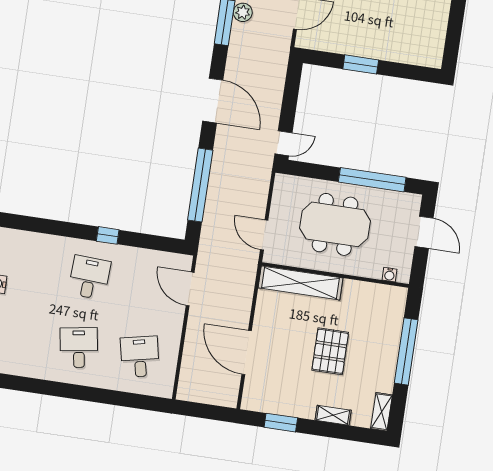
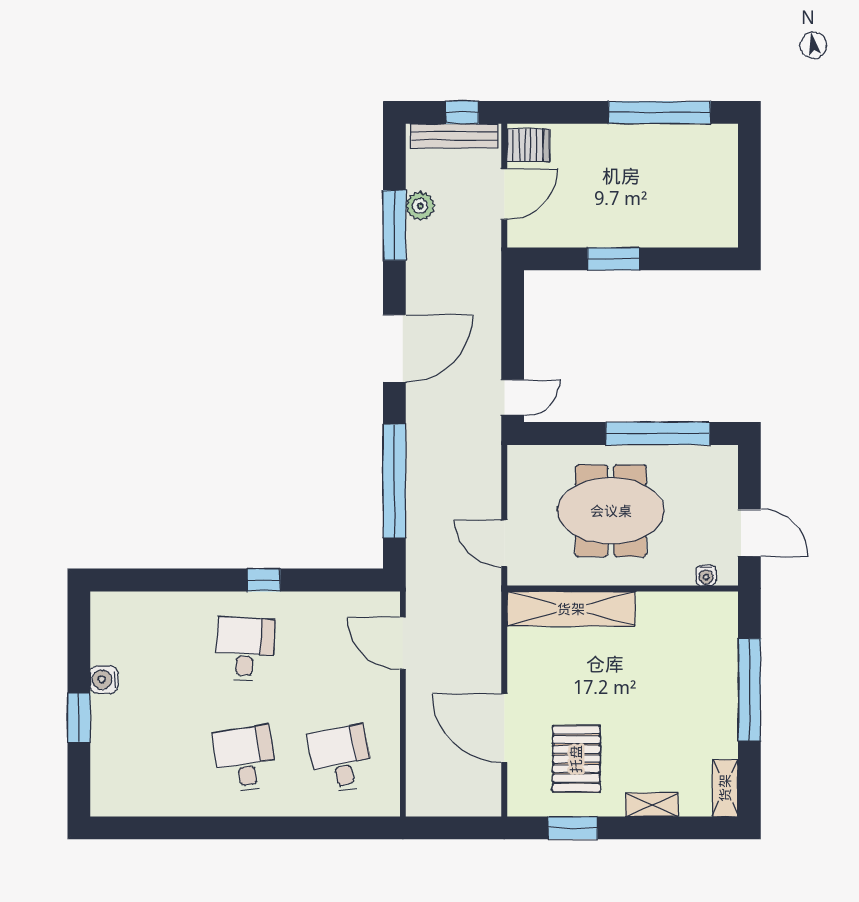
door: (213, 101) -> (394, 348), hinge flipped
door: (424, 232) -> (749, 533), moved
pallet: (330, 351) -> (576, 759), moved

